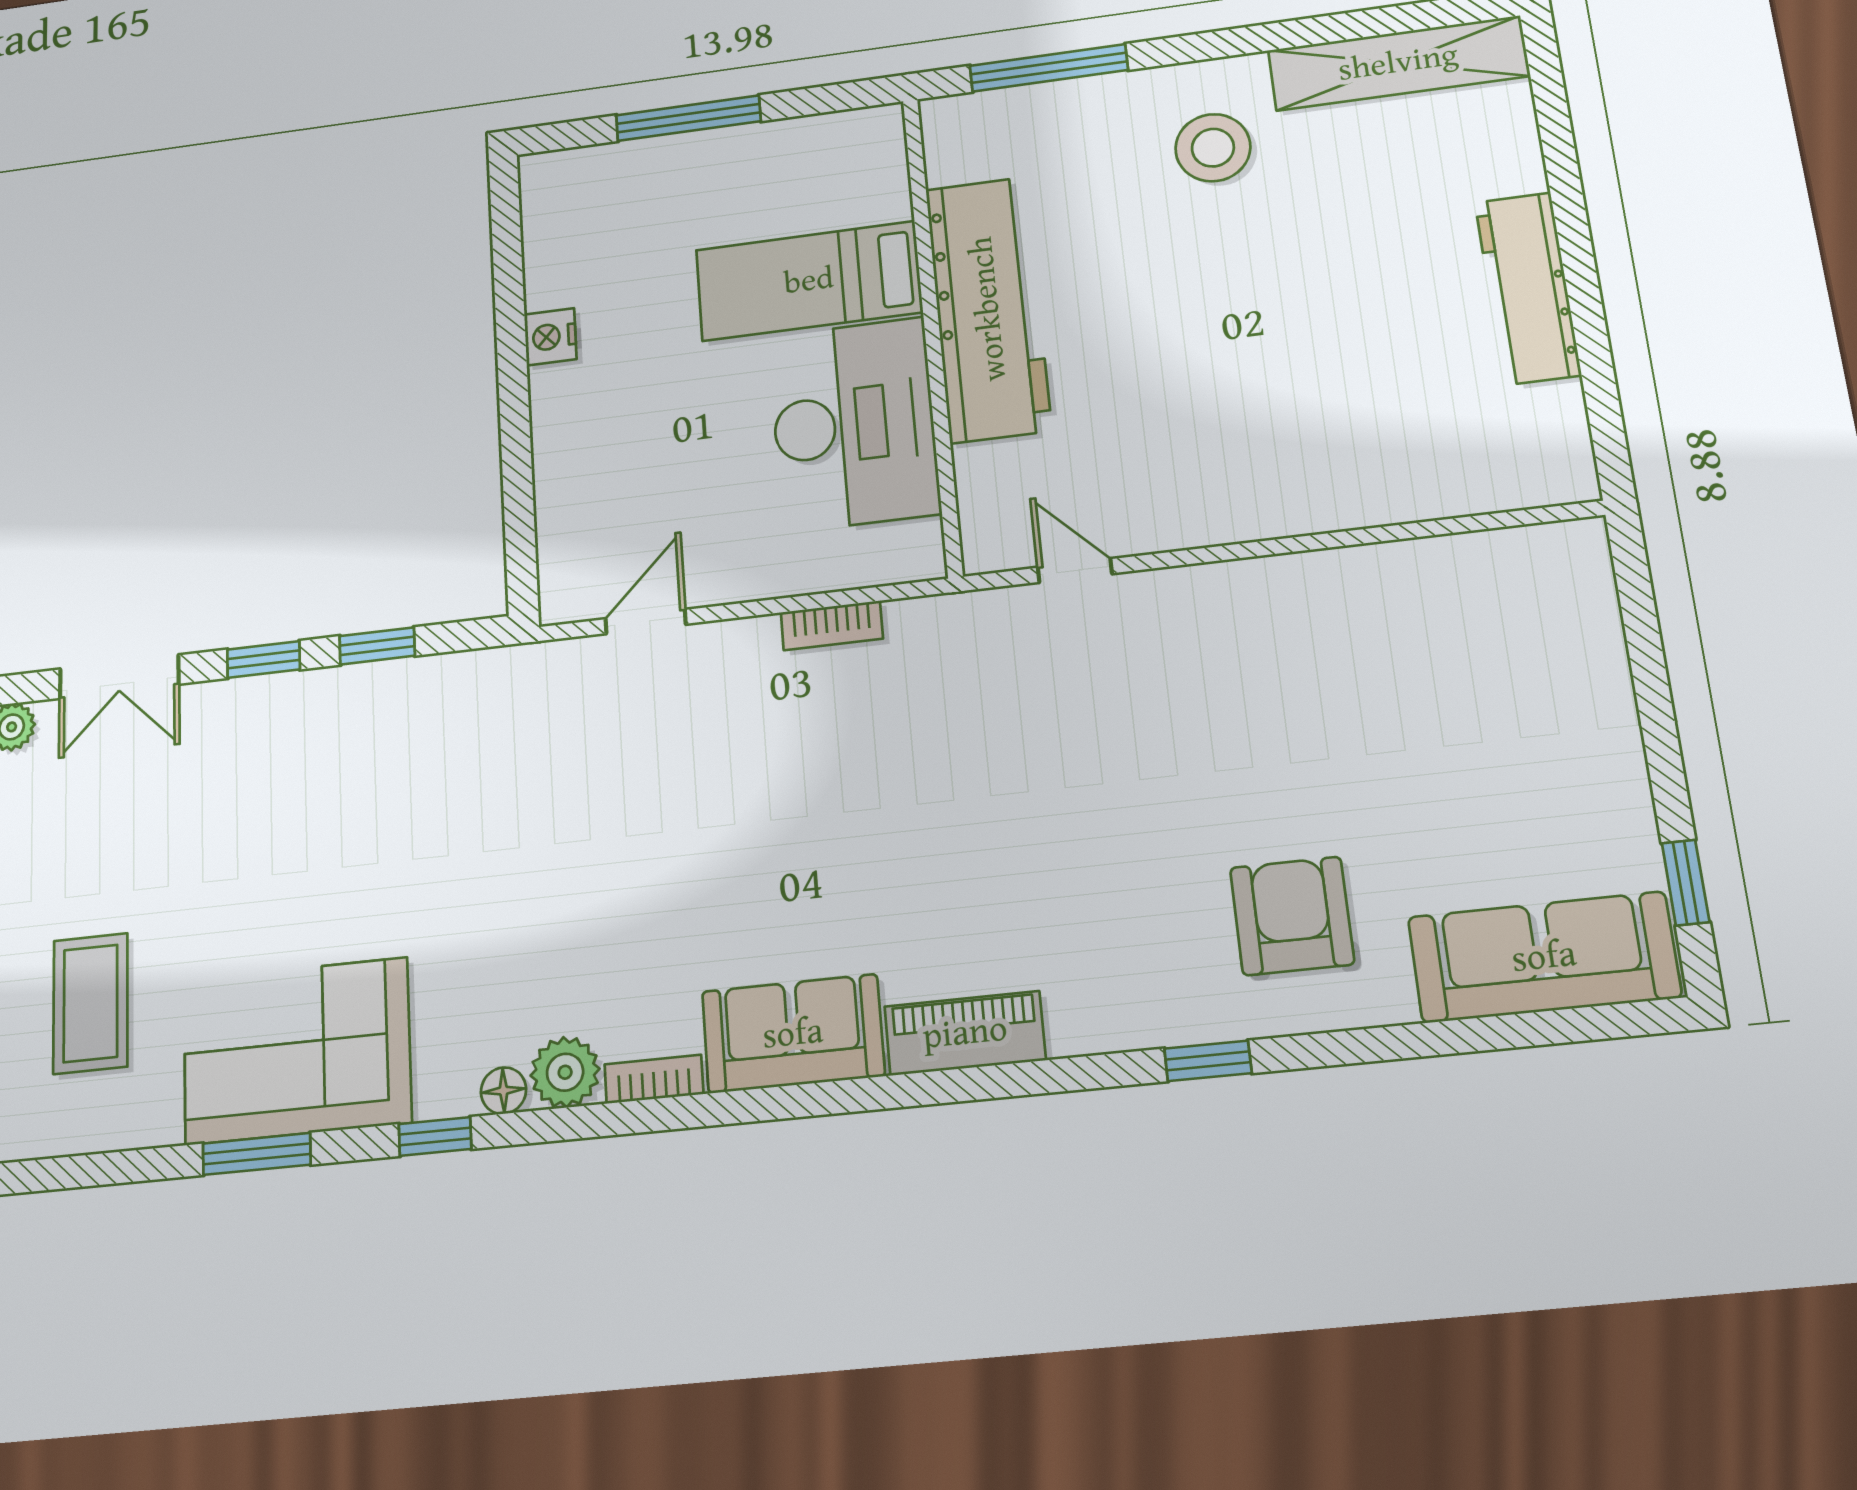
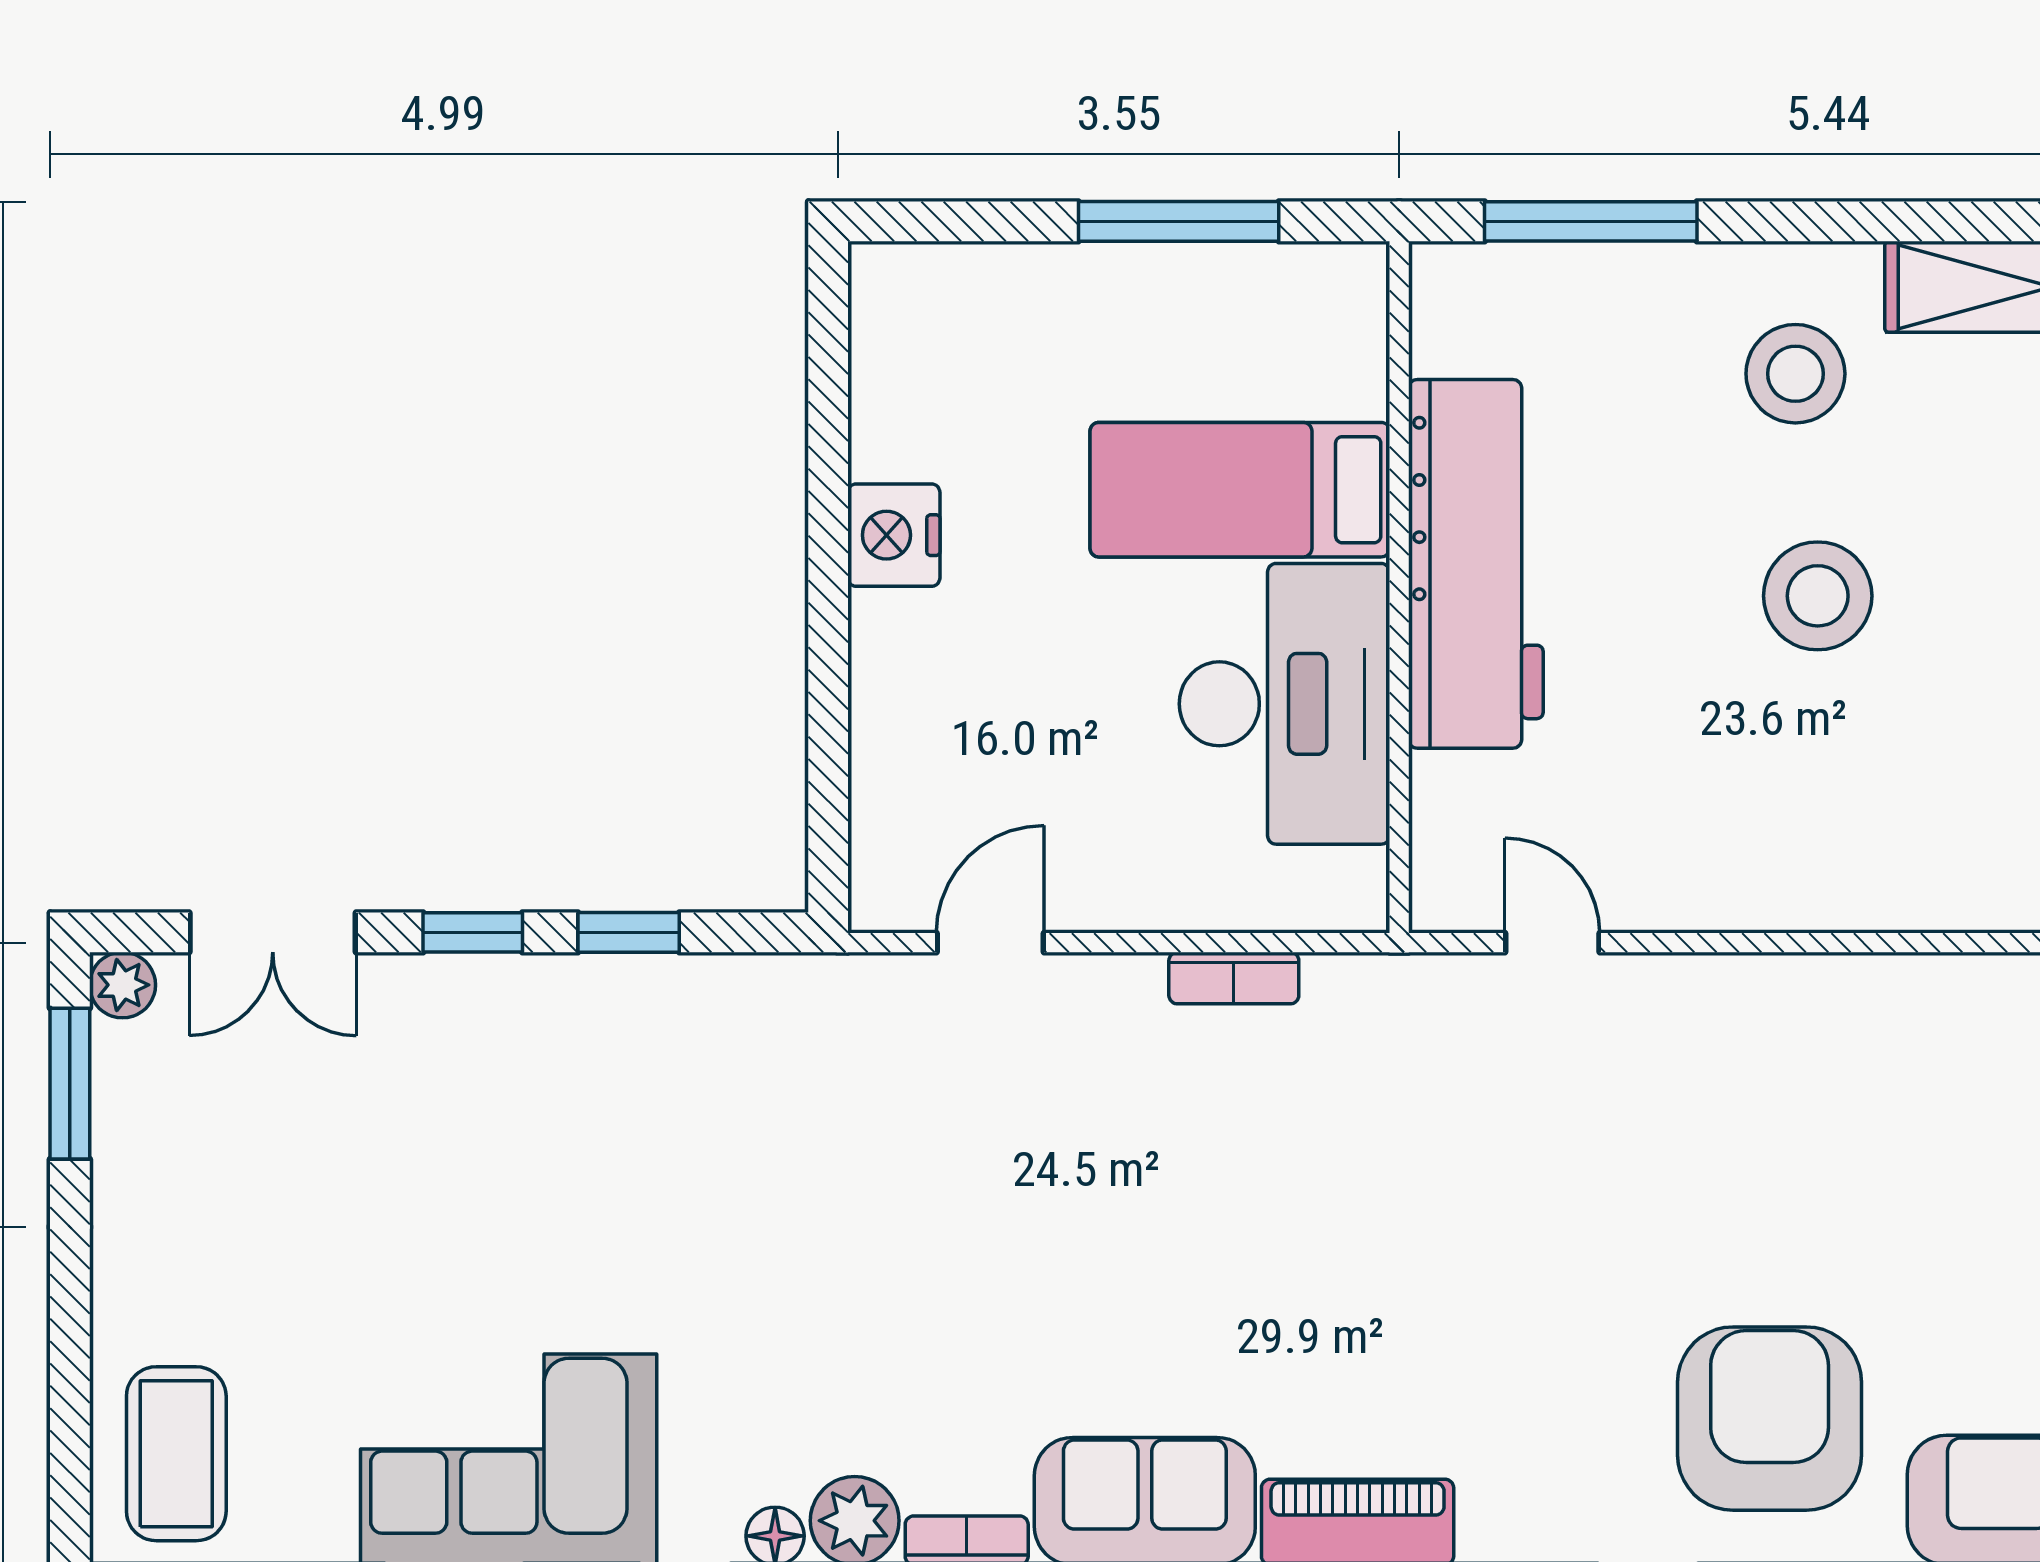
window: (688, 118) -> (1179, 221), moved
stool: (1250, 297) -> (1818, 596), added
nightstand: (550, 337) -> (894, 535), width x1.36, depth x1.33
armchair: (1292, 916) -> (1770, 1419), width x1.36, depth x1.36
coffee table: (91, 1003) -> (176, 1454), moved

